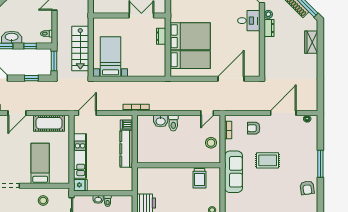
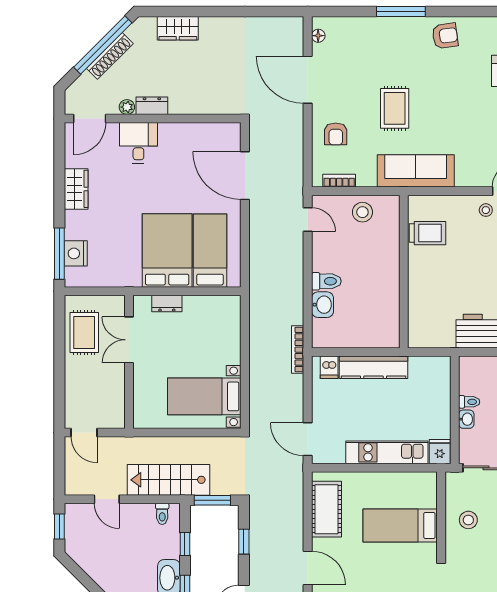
stairs: (80, 48) -> (168, 480), moved, turned 180

